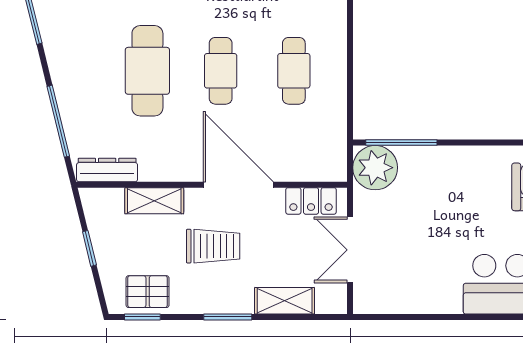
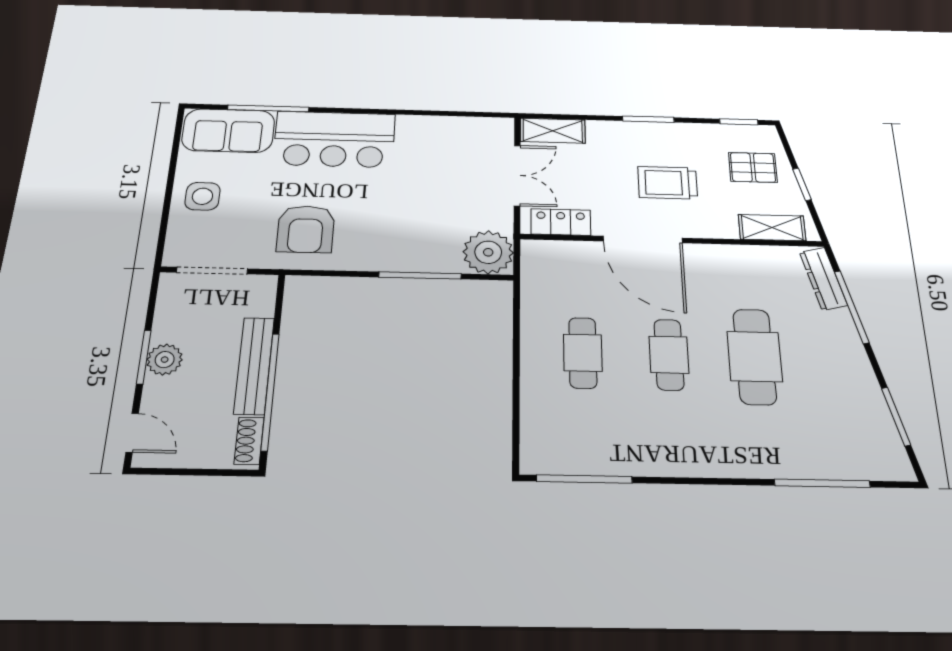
window: (401, 143) -> (420, 275), moved
dresser: (107, 170) -> (823, 279), moved, turned 76
shelving: (154, 201) -> (772, 228), moved
pallet: (148, 292) -> (753, 167), moved
shelving: (285, 301) -> (553, 131), moved

